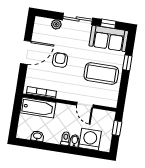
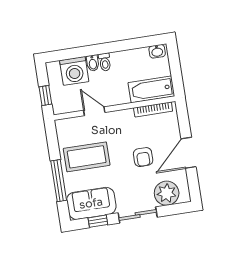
plant: (56, 24) -> (167, 193), width x1.87, depth x1.87
window: (127, 63) -> (59, 181), width x2.17
washbasin: (37, 136) -> (157, 51), moved

